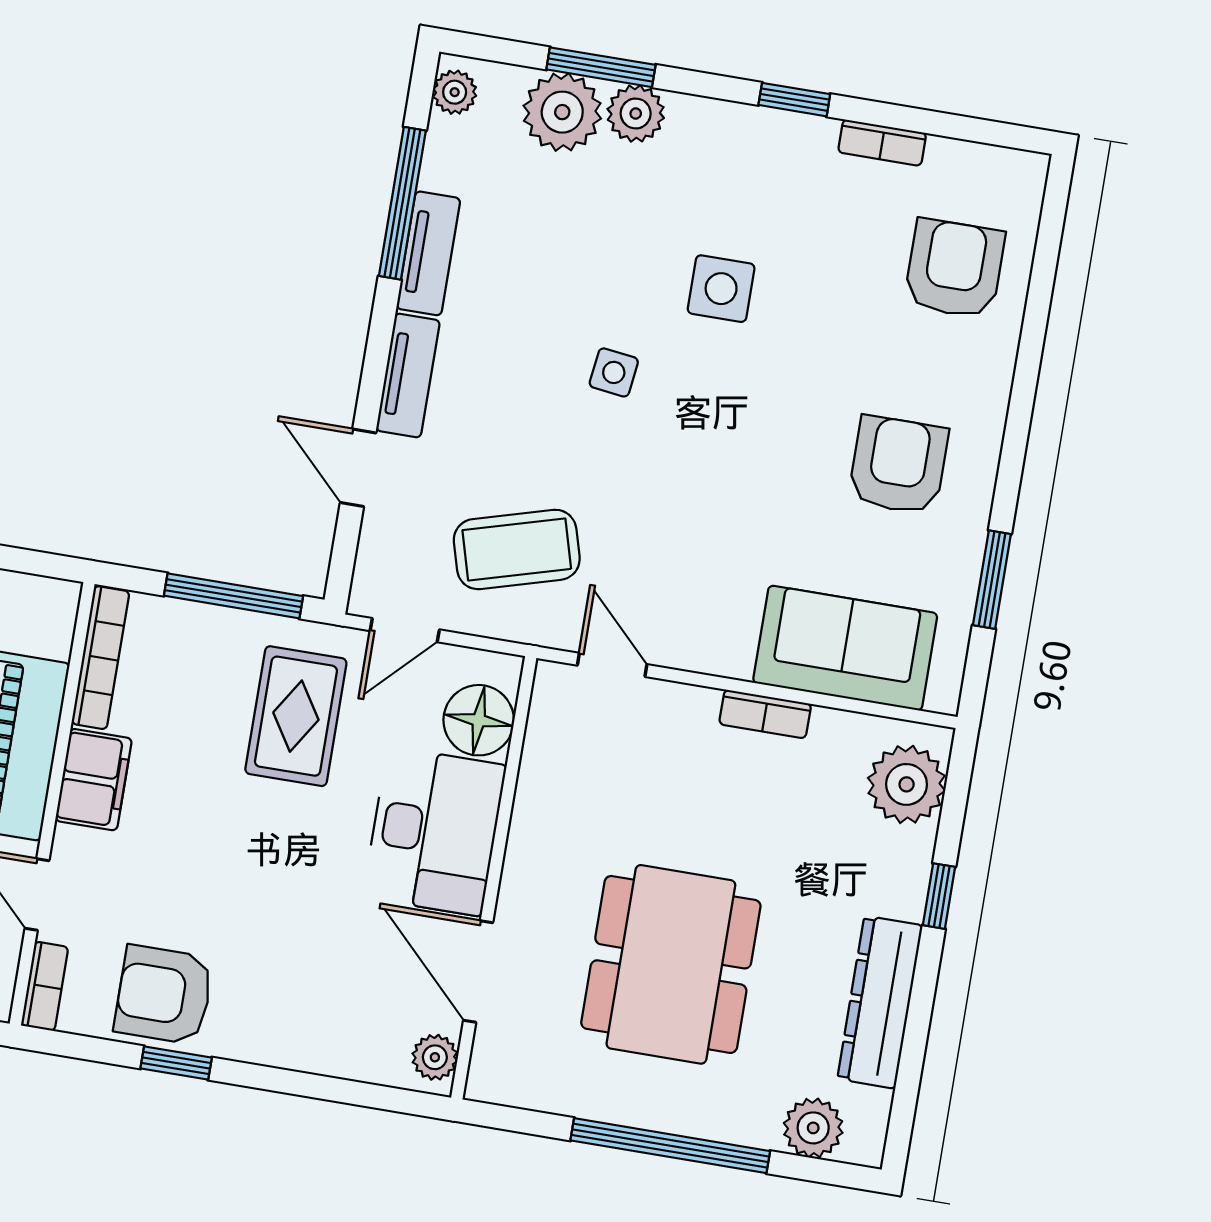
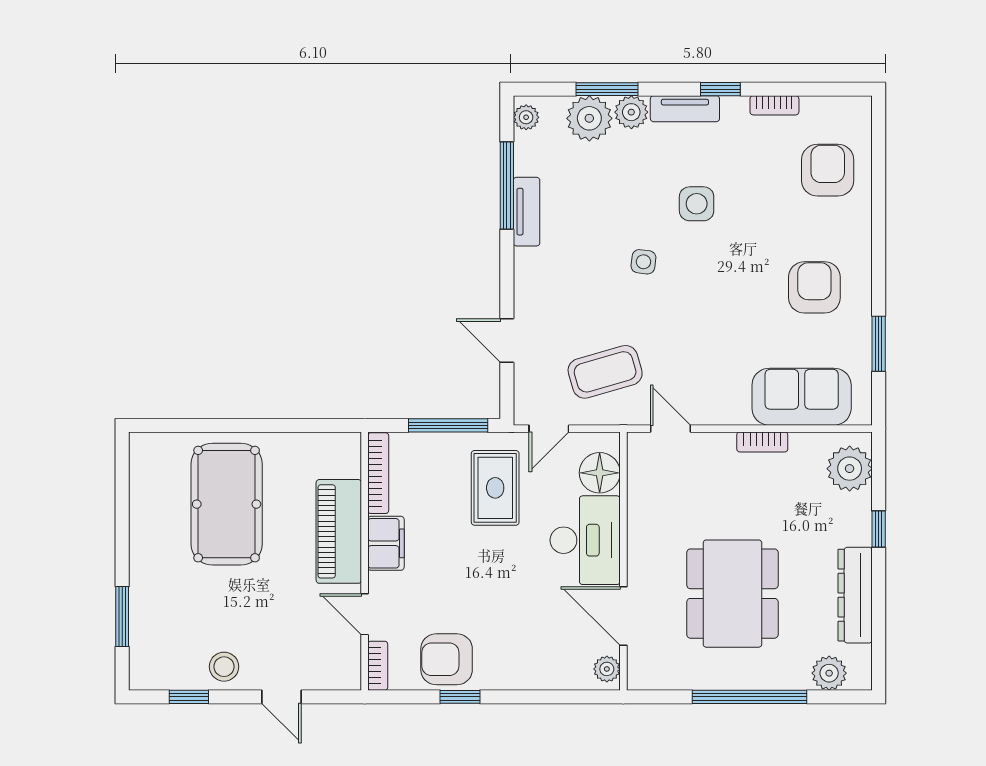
tv unit: (408, 375) -> (685, 109), moved, turned 90

